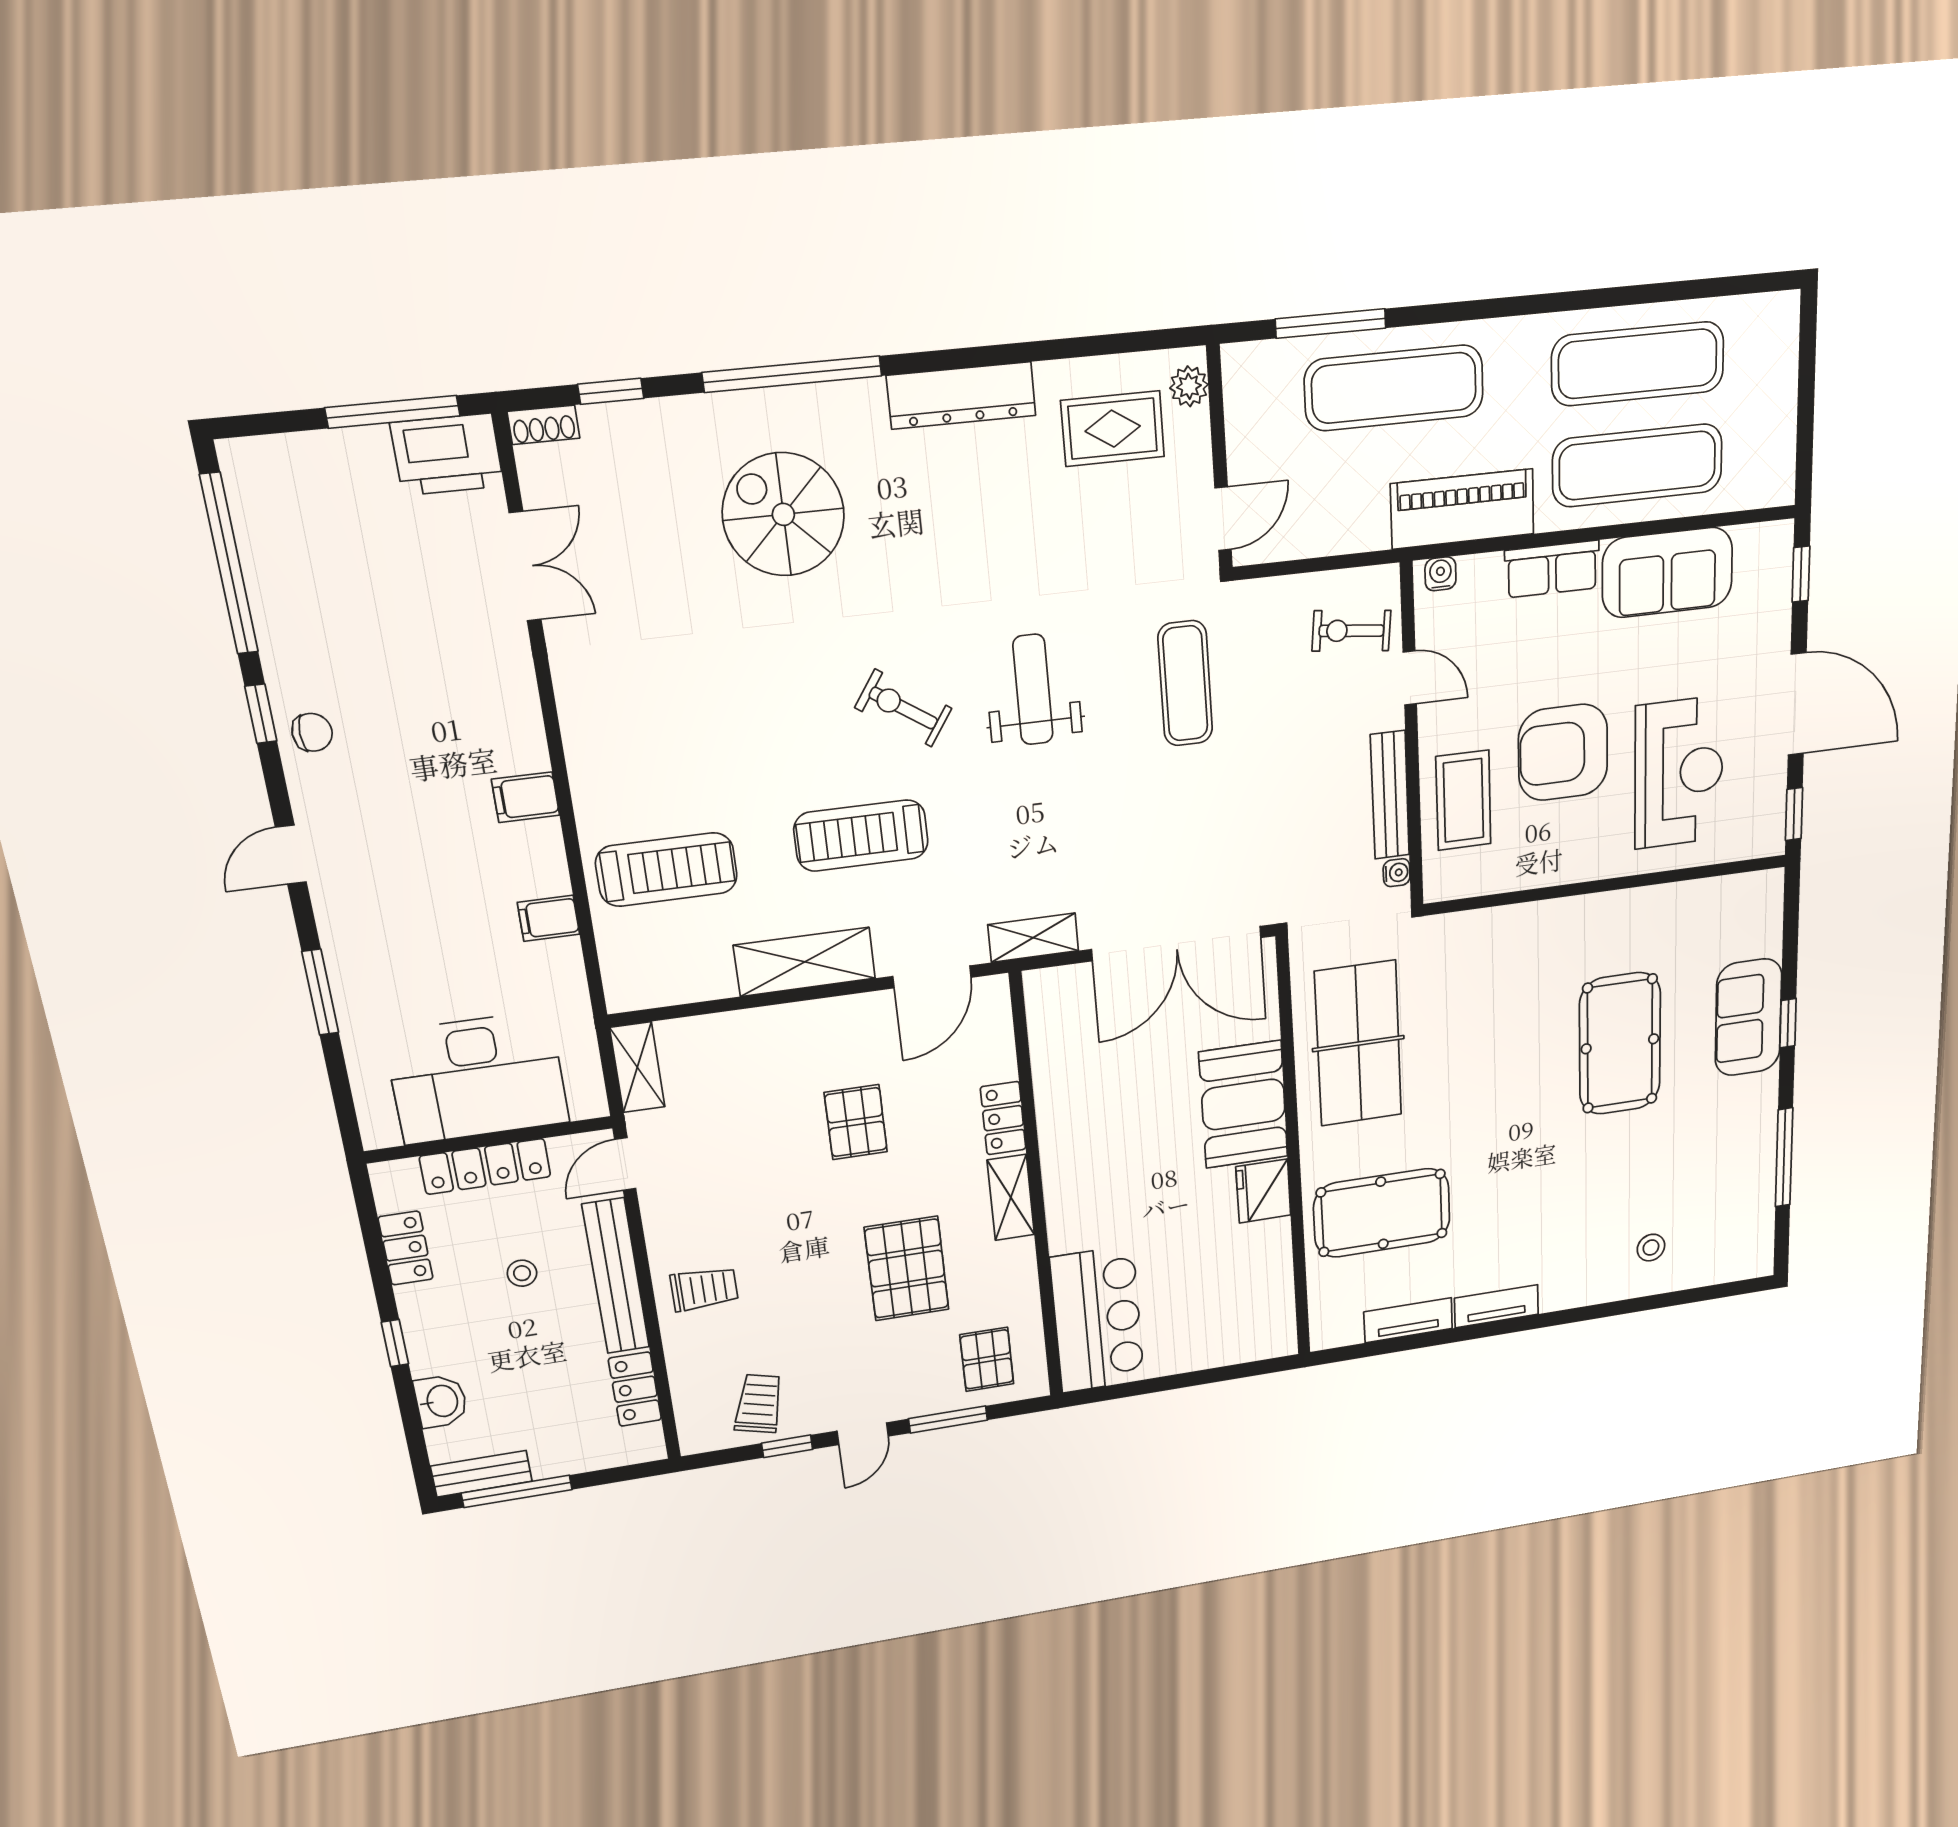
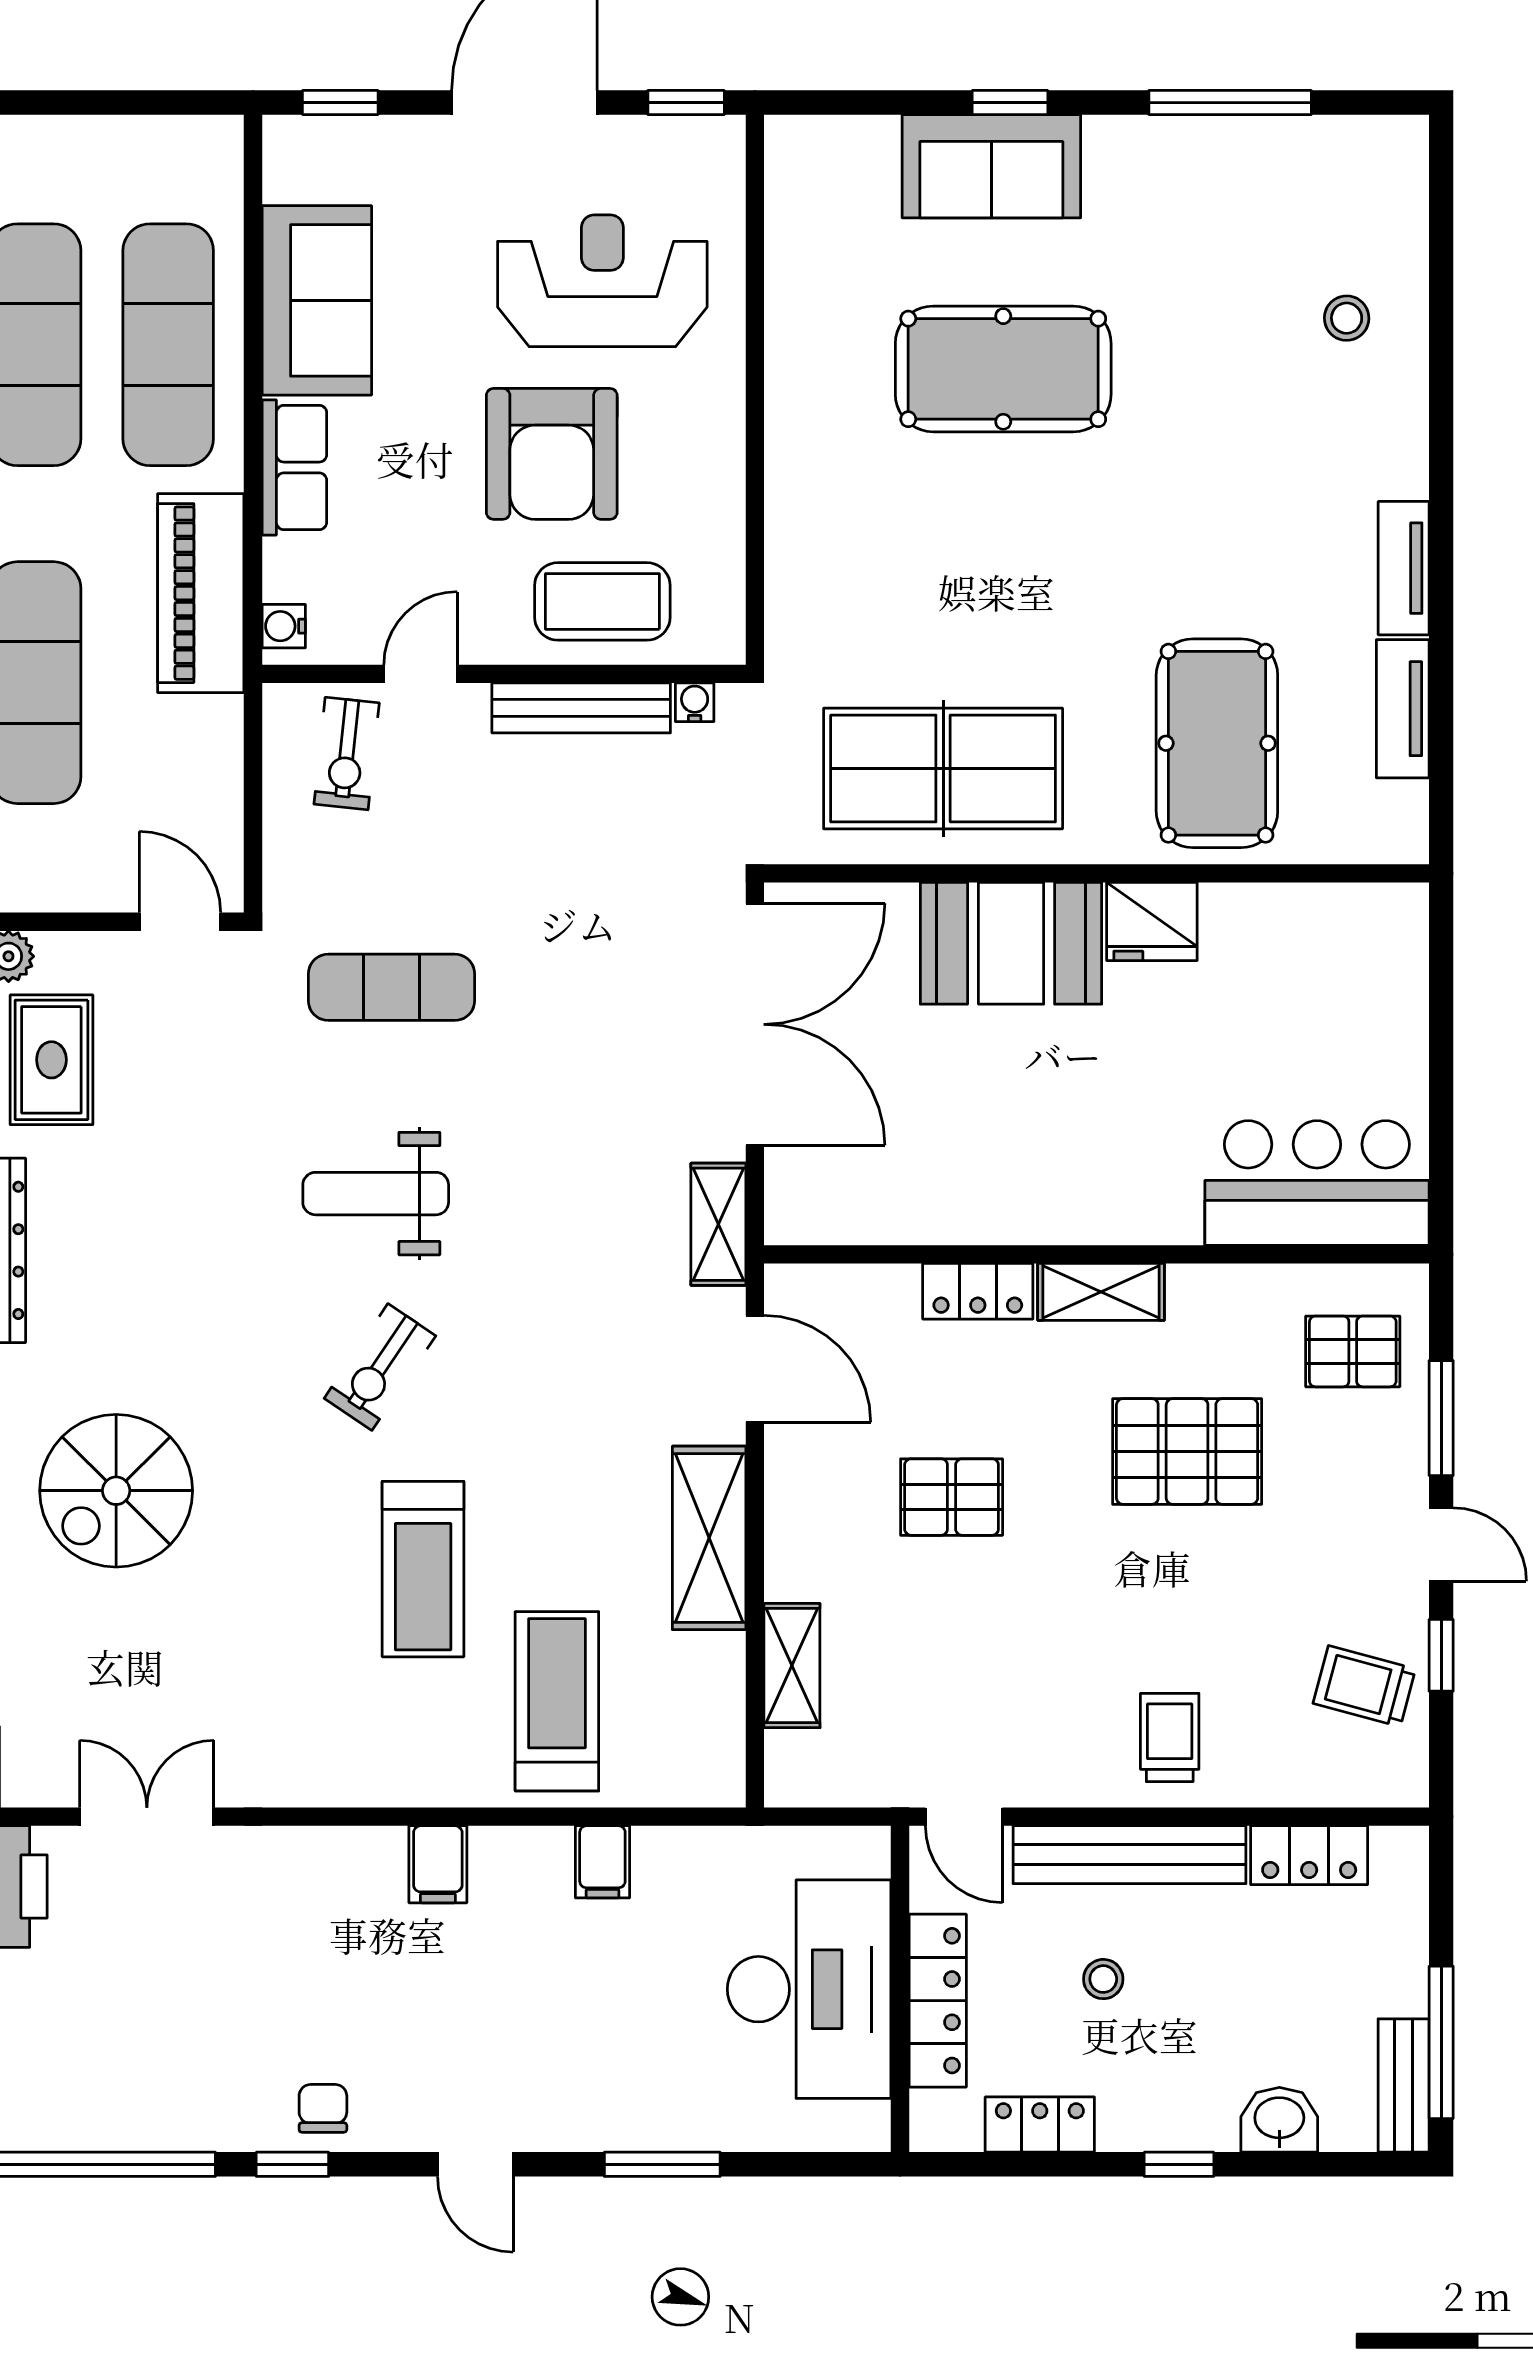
treadmill: (861, 836) -> (423, 1569), moved
shelving: (637, 1067) -> (792, 1666), moved, turned 90

